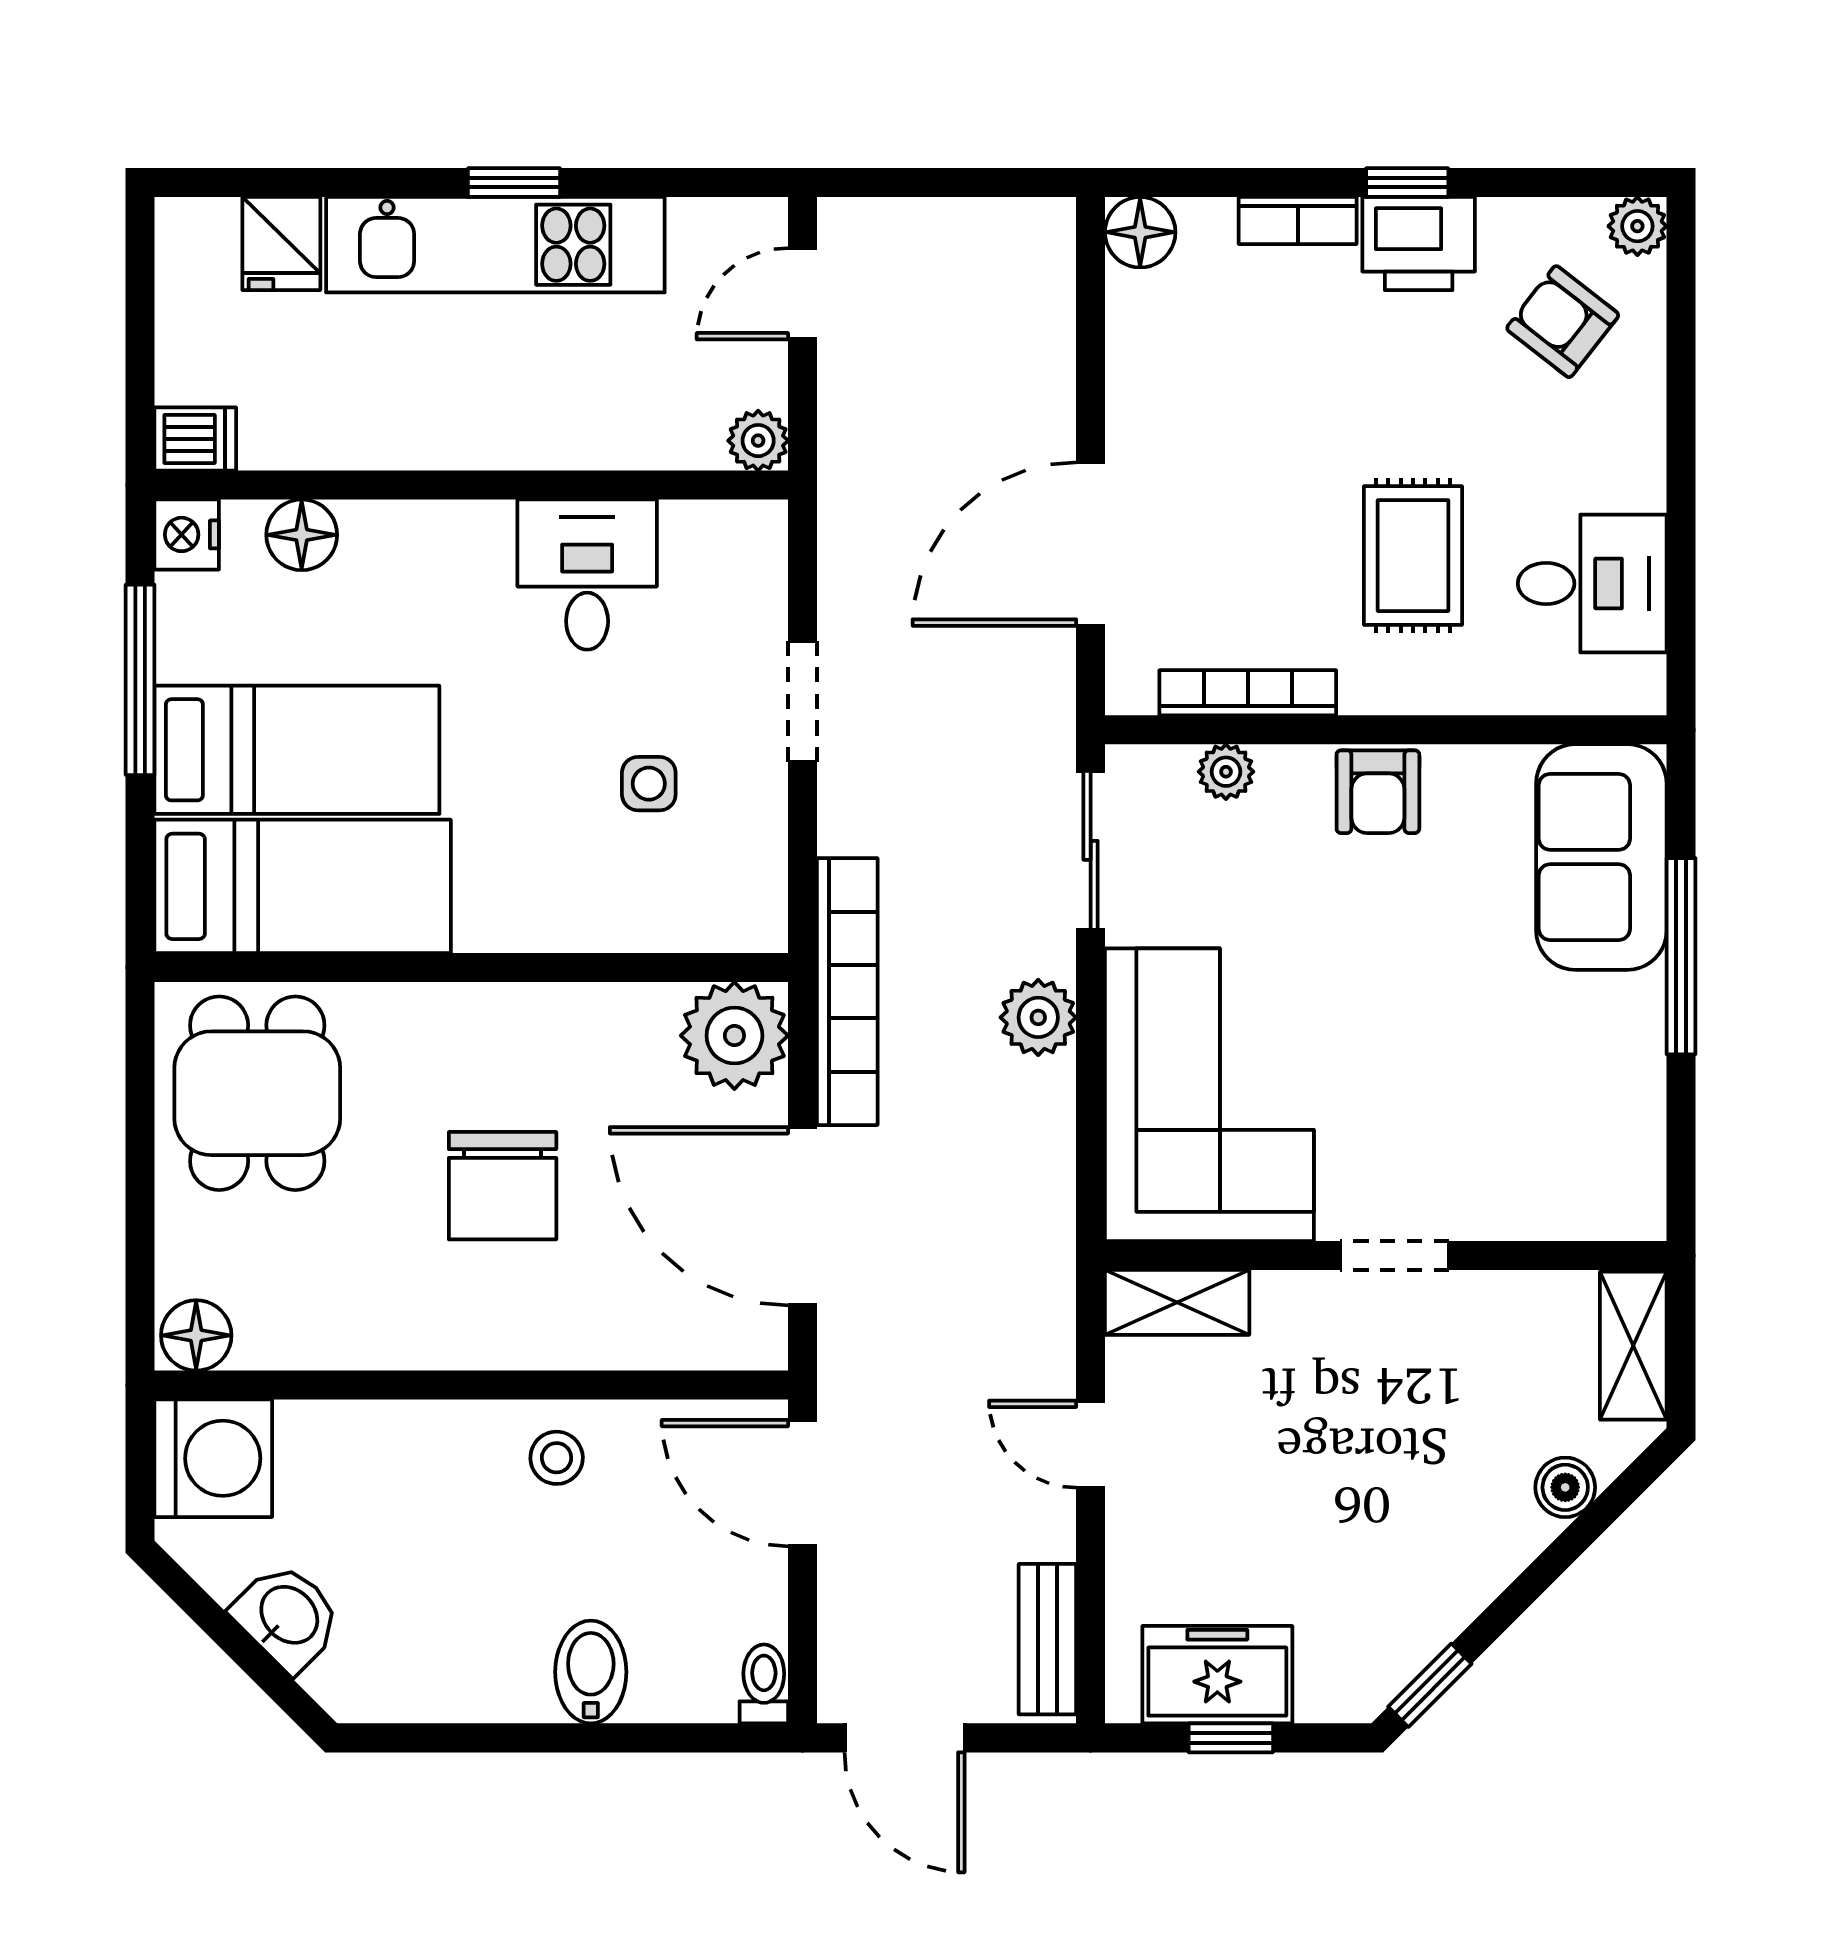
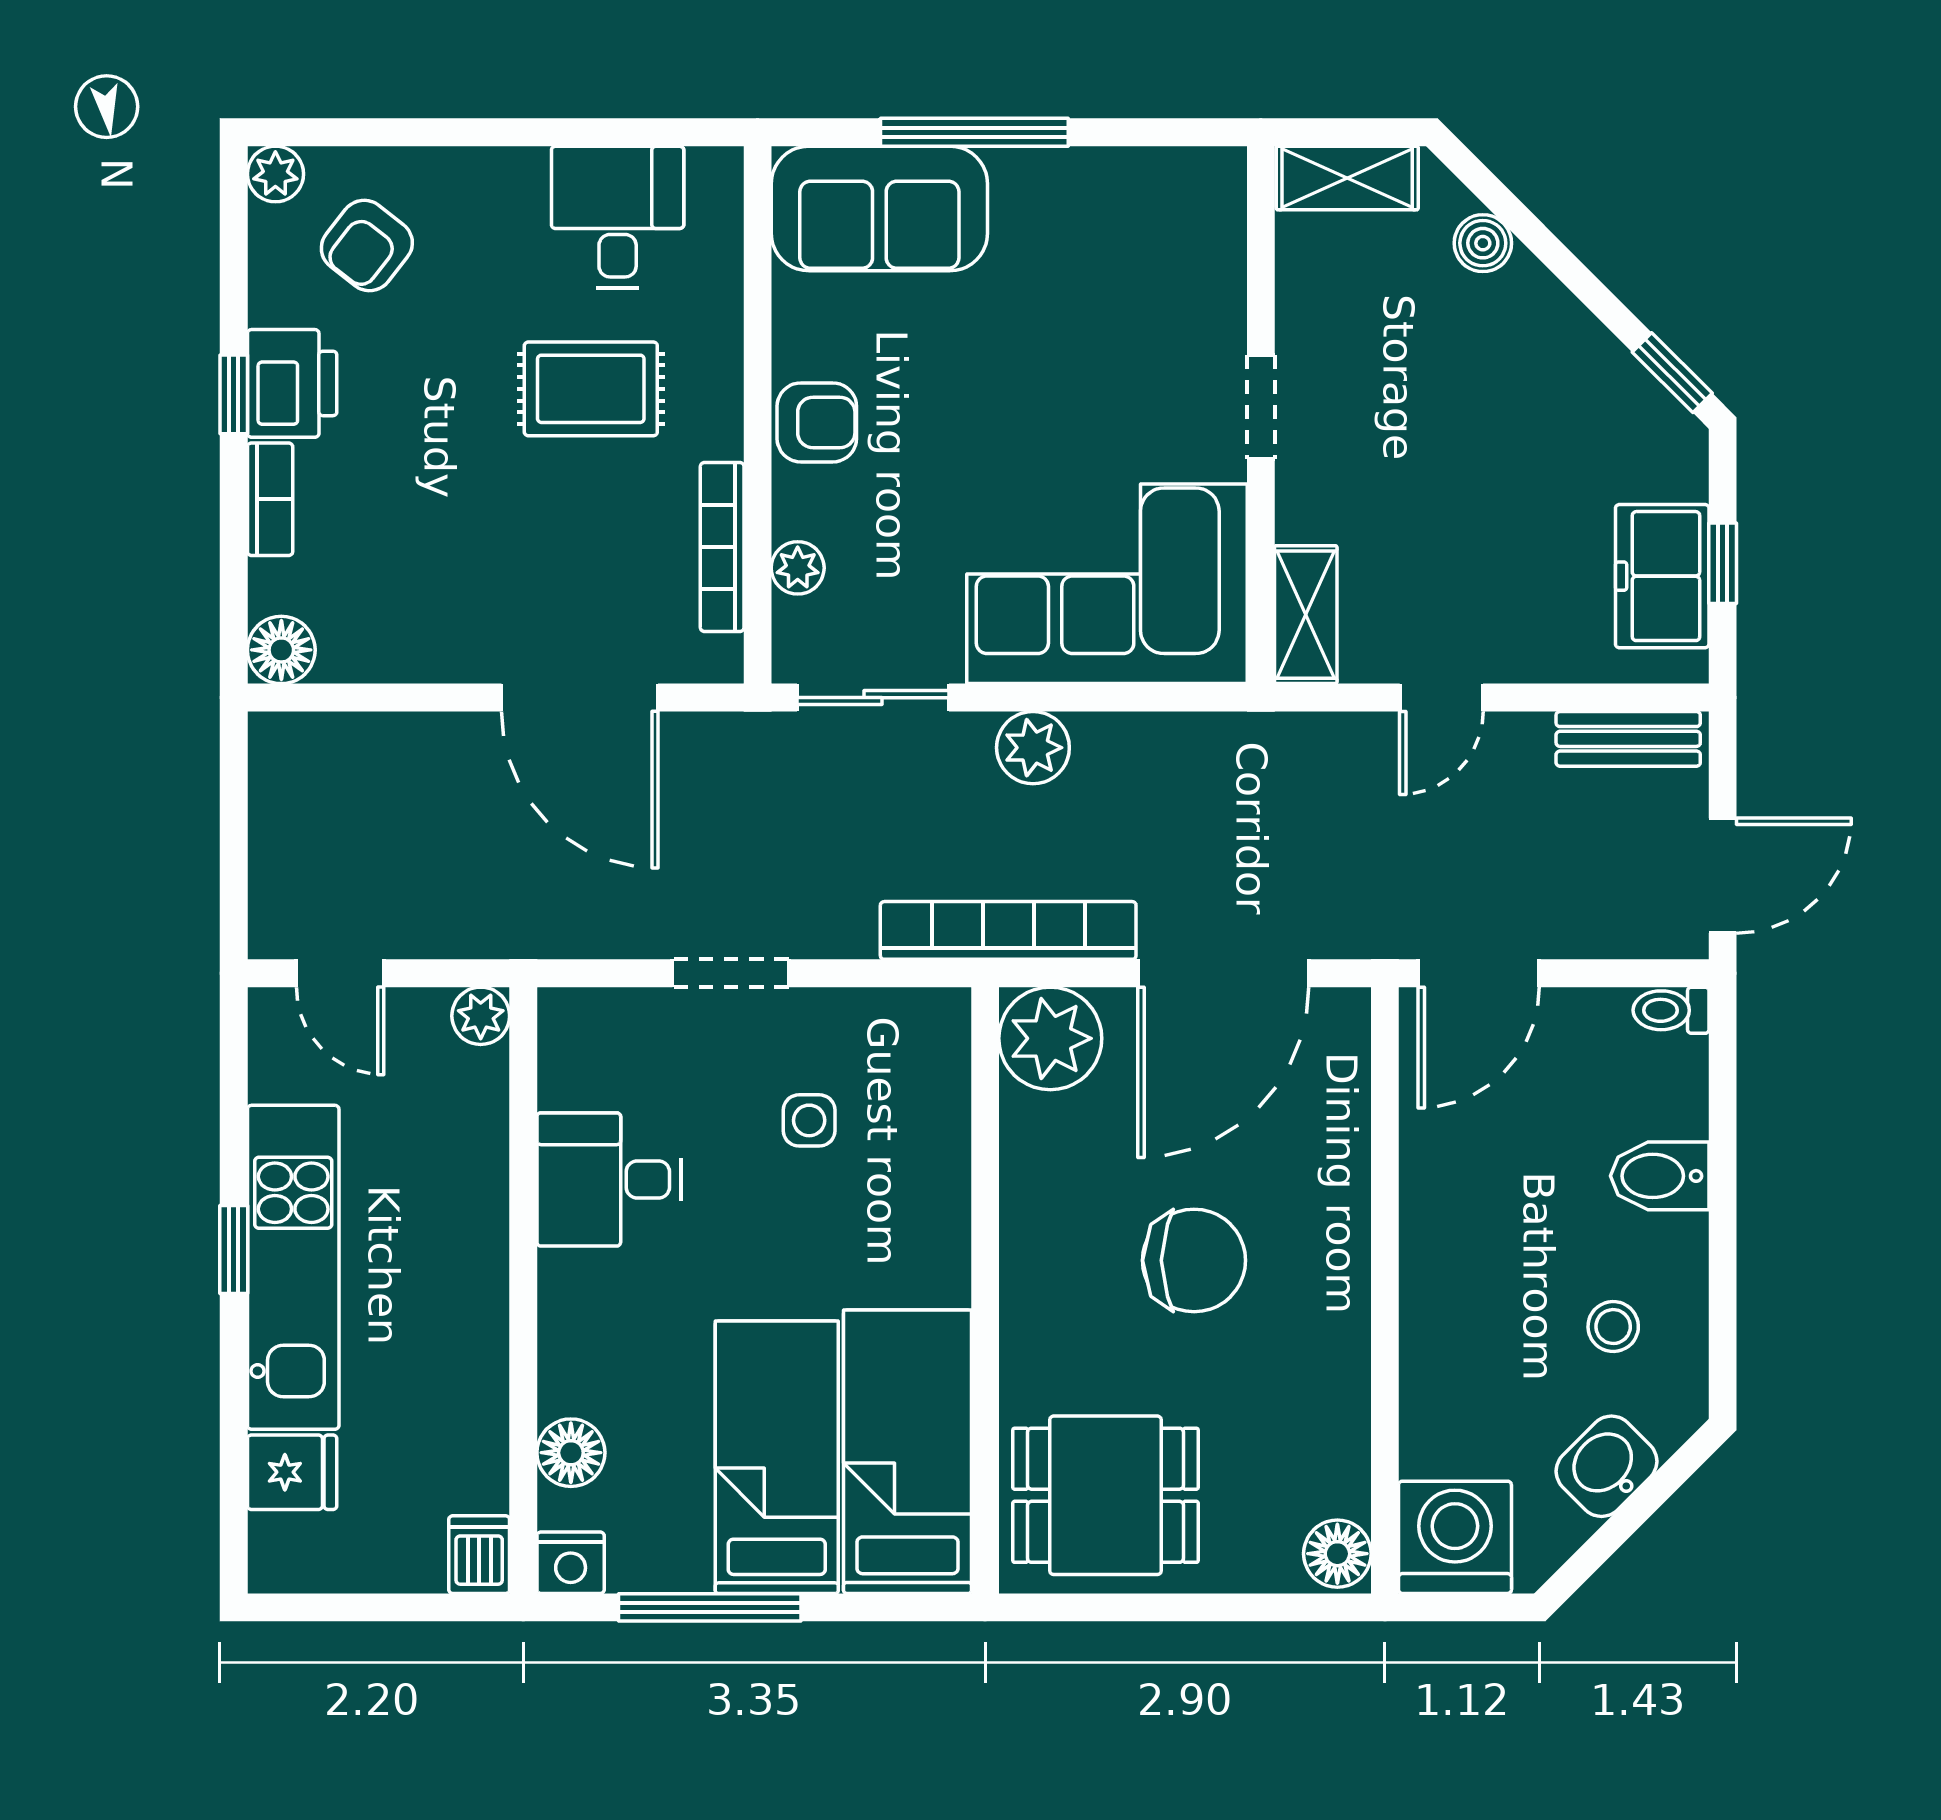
stool: (557, 1458) -> (1613, 1327), moved

